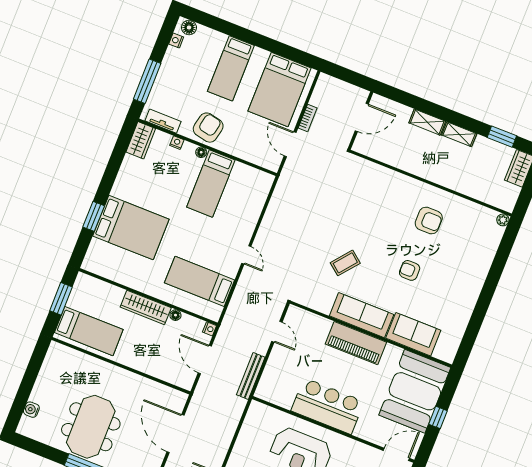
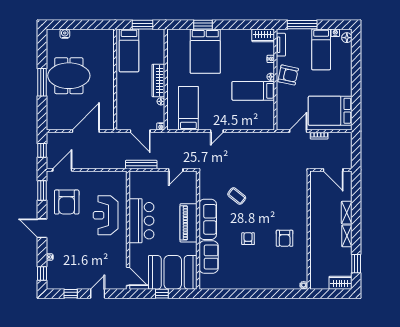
bed: (231, 68) -> (321, 49), moved, turned -90
door: (205, 360) -> (140, 131), swing flipped

